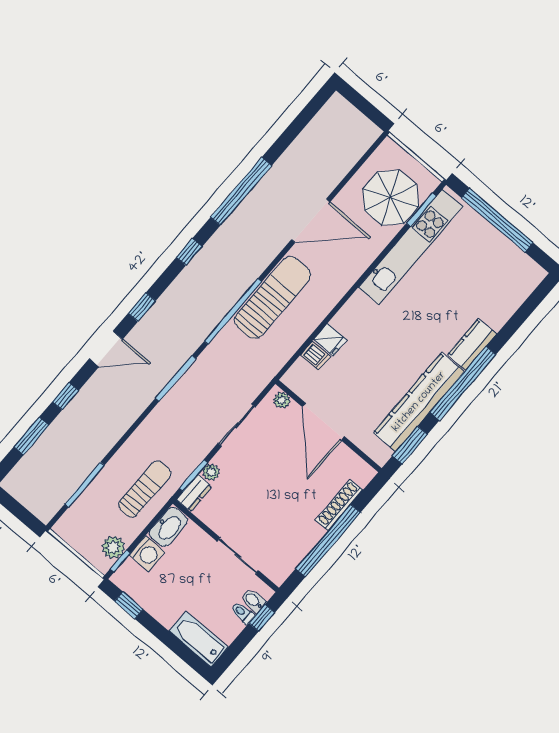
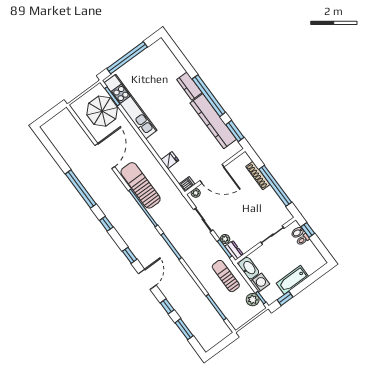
dishwasher: (315, 356) -> (187, 184), moved
bathtub: (198, 639) -> (292, 280), moved

